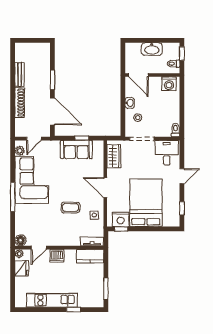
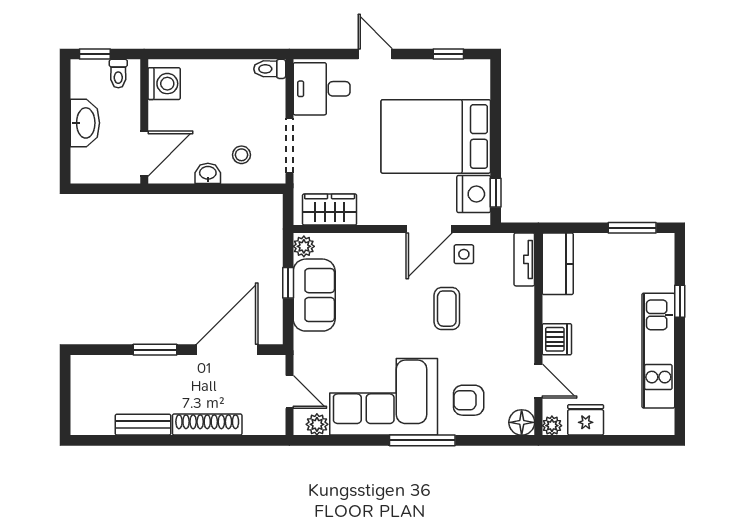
plant: (98, 145) -> (304, 246), added
door: (105, 188) -> (429, 229), moved
armchair: (30, 217) -> (469, 400), added

